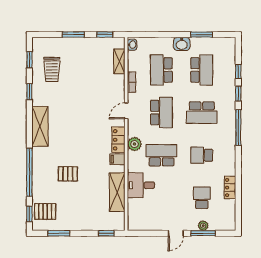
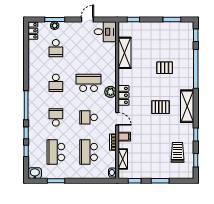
washbasin: (182, 44) -> (35, 173), moved
school desk: (161, 70) -> (89, 152), turned 180
door: (126, 111) -> (117, 119), hinge flipped
school desk: (161, 113) -> (89, 117), width x0.54
school desk: (202, 113) -> (56, 117), width x0.54
school desk: (161, 155) -> (89, 83), turned 180
school desk: (202, 155) -> (56, 83), turned 90
filing cabinet: (117, 159) -> (124, 137), moved
desk: (141, 185) -> (105, 32), moved
locker: (230, 188) -> (33, 31), moved
pallet: (45, 211) -> (160, 107), moved
door: (176, 233) -> (87, 19), moved

